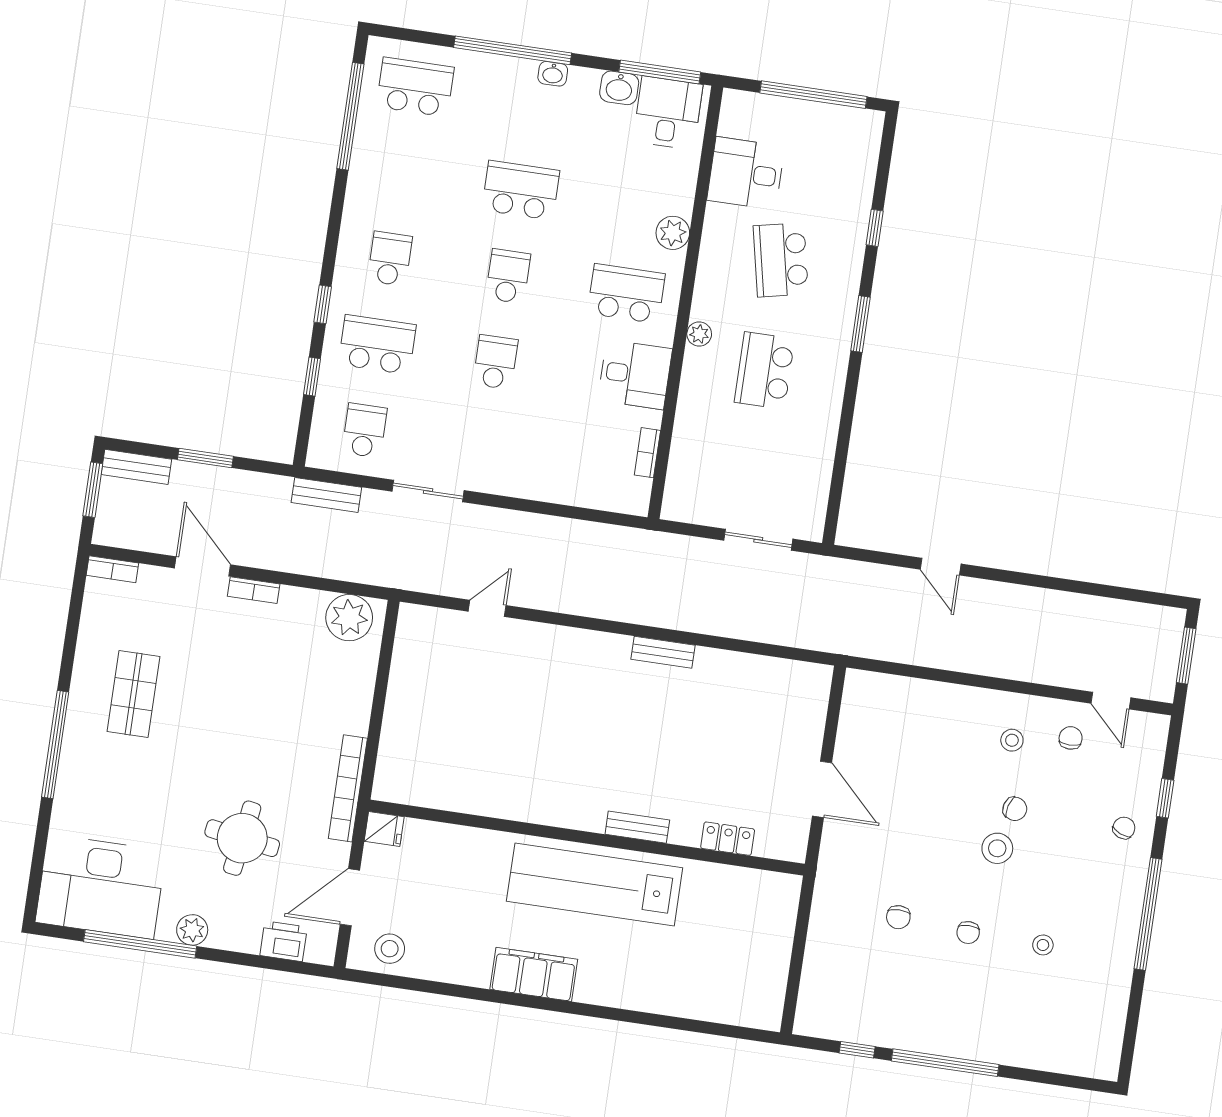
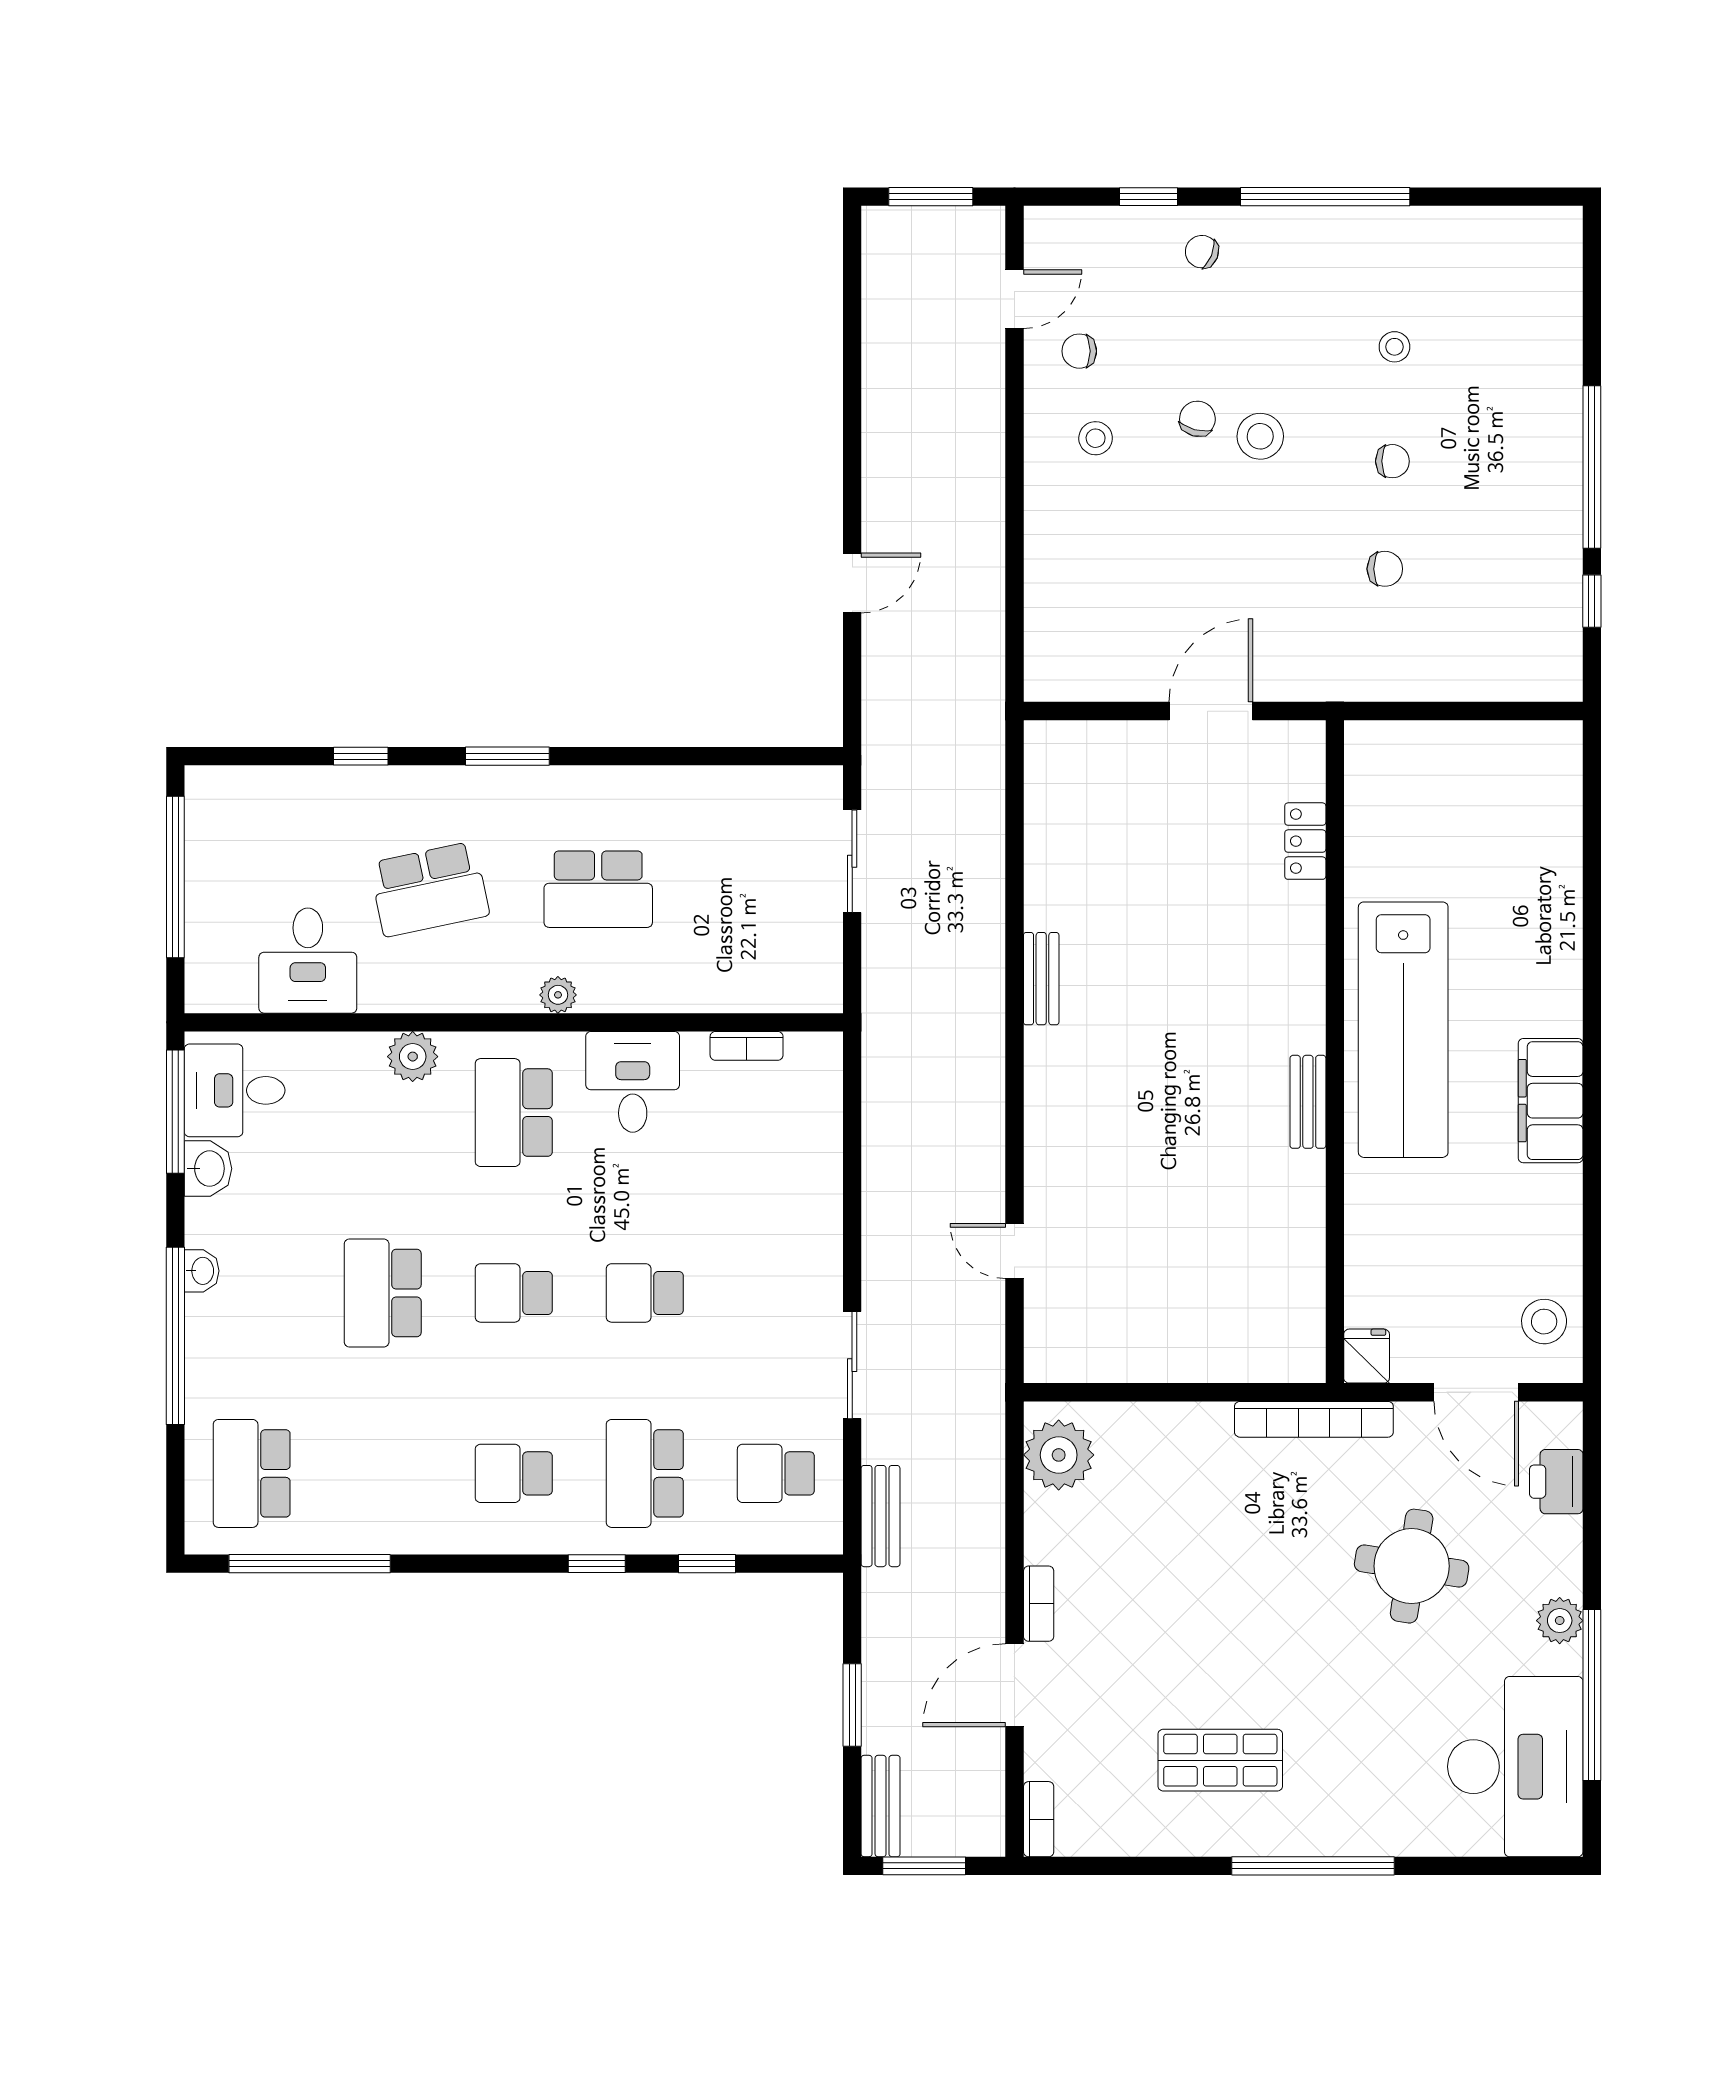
bench: (637, 827) -> (1308, 1102), moved

